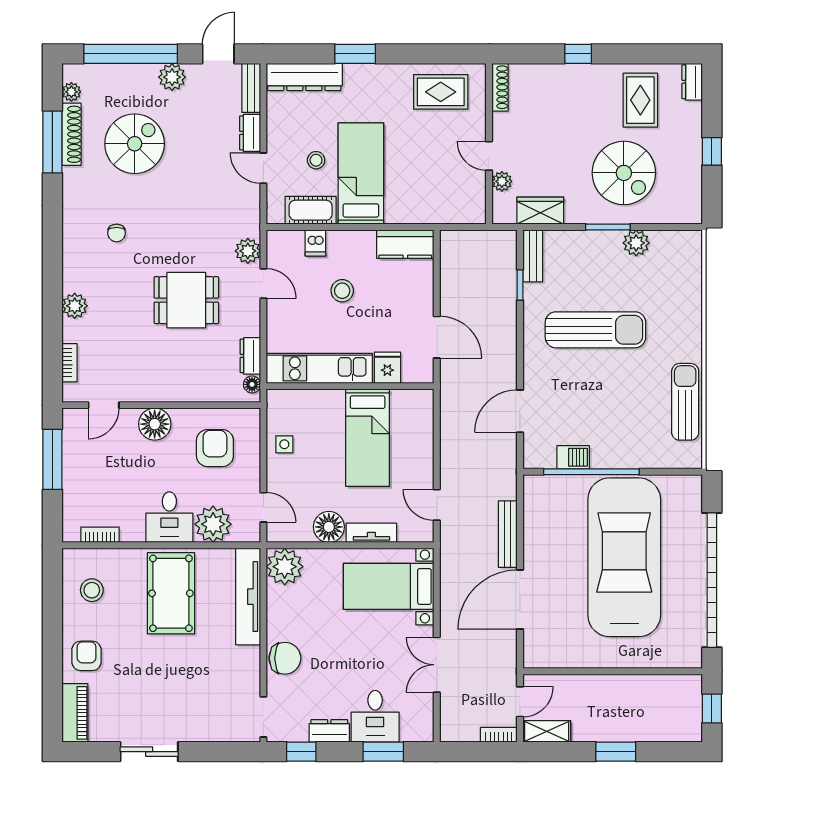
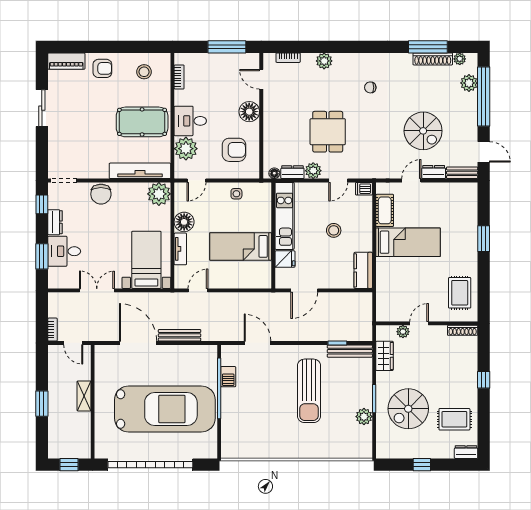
plant: (172, 77) -> (469, 83), moved
dresser: (304, 77) -> (469, 206), removed
spiral stairs: (135, 144) -> (423, 131), moved
stool: (316, 160) -> (416, 214), removed
dishwasher: (315, 243) -> (364, 189), moved
plant: (248, 251) -> (313, 171), moved
bench: (533, 256) -> (350, 351), width x1.36
sun lounger: (685, 402) -> (263, 448), removed
shelving: (547, 731) -> (84, 396), moved

